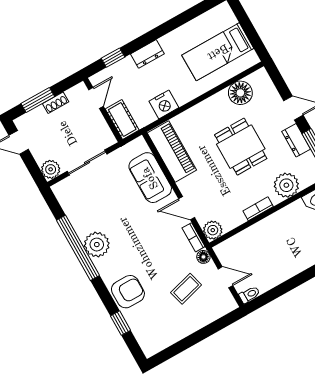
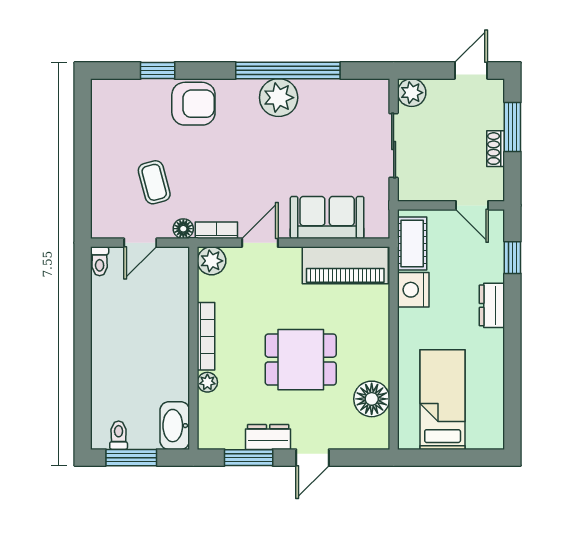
cot: (122, 119) -> (412, 244), moved, turned 90
plant: (286, 185) -> (207, 382), width x0.53, depth x0.53
bookcase: (258, 209) -> (206, 336), width x1.56
armchair: (128, 292) -> (193, 104), turned -90

